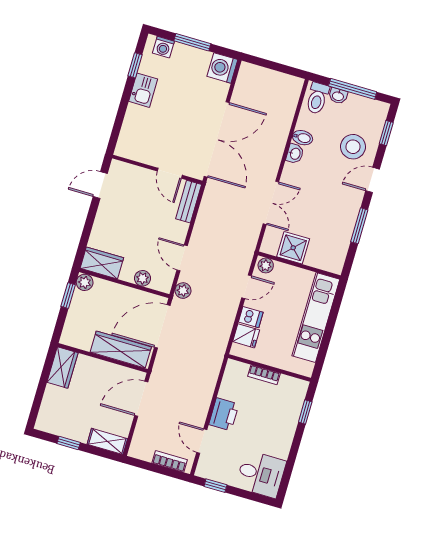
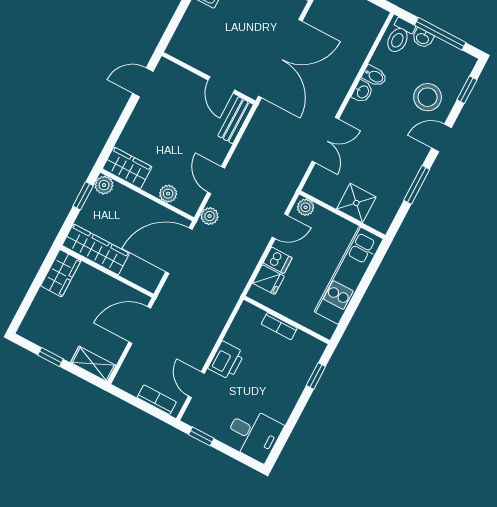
shower: (293, 248) -> (356, 203), moved
wardrobe: (121, 350) -> (96, 249), moved

